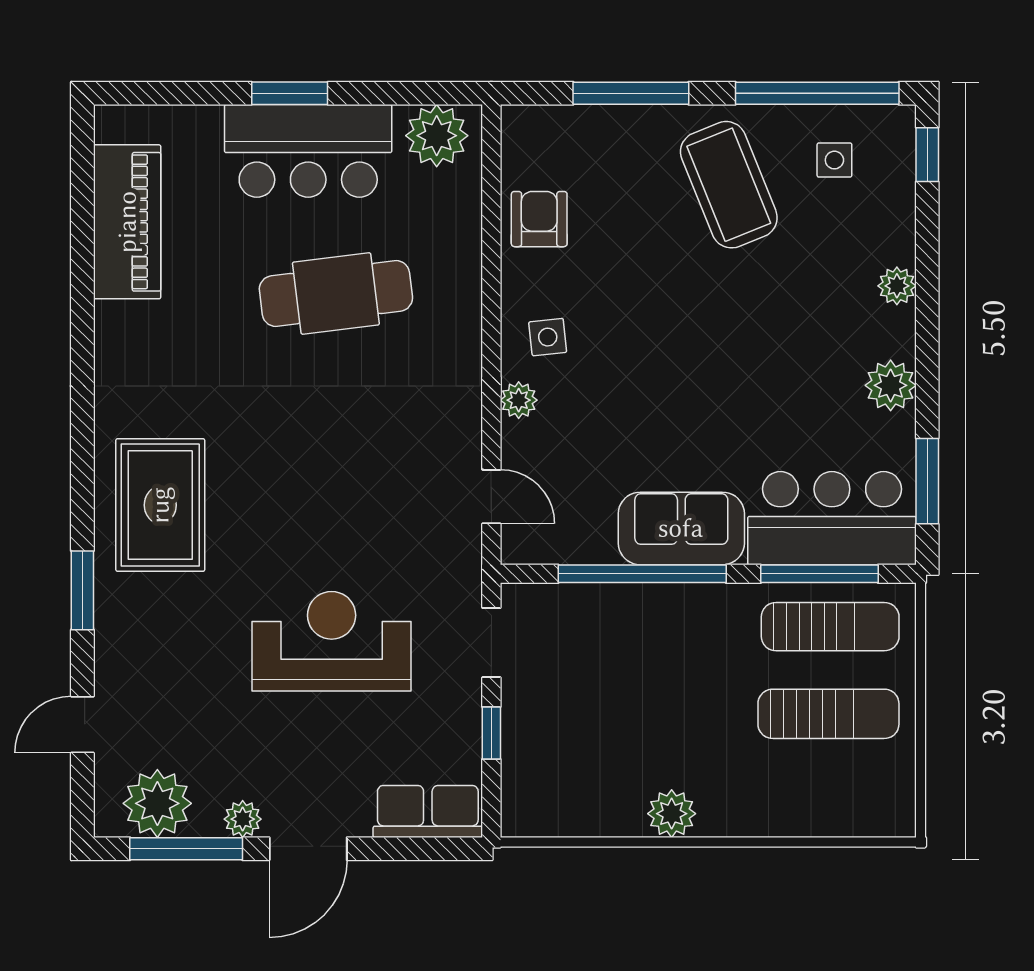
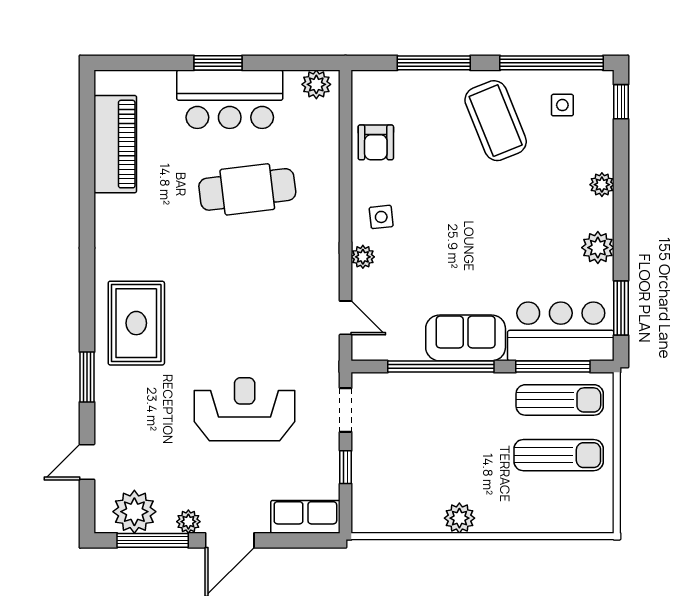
plant: (437, 136) -> (316, 84), width x0.73, depth x0.73
armchair: (539, 219) -> (376, 142), turned 180

